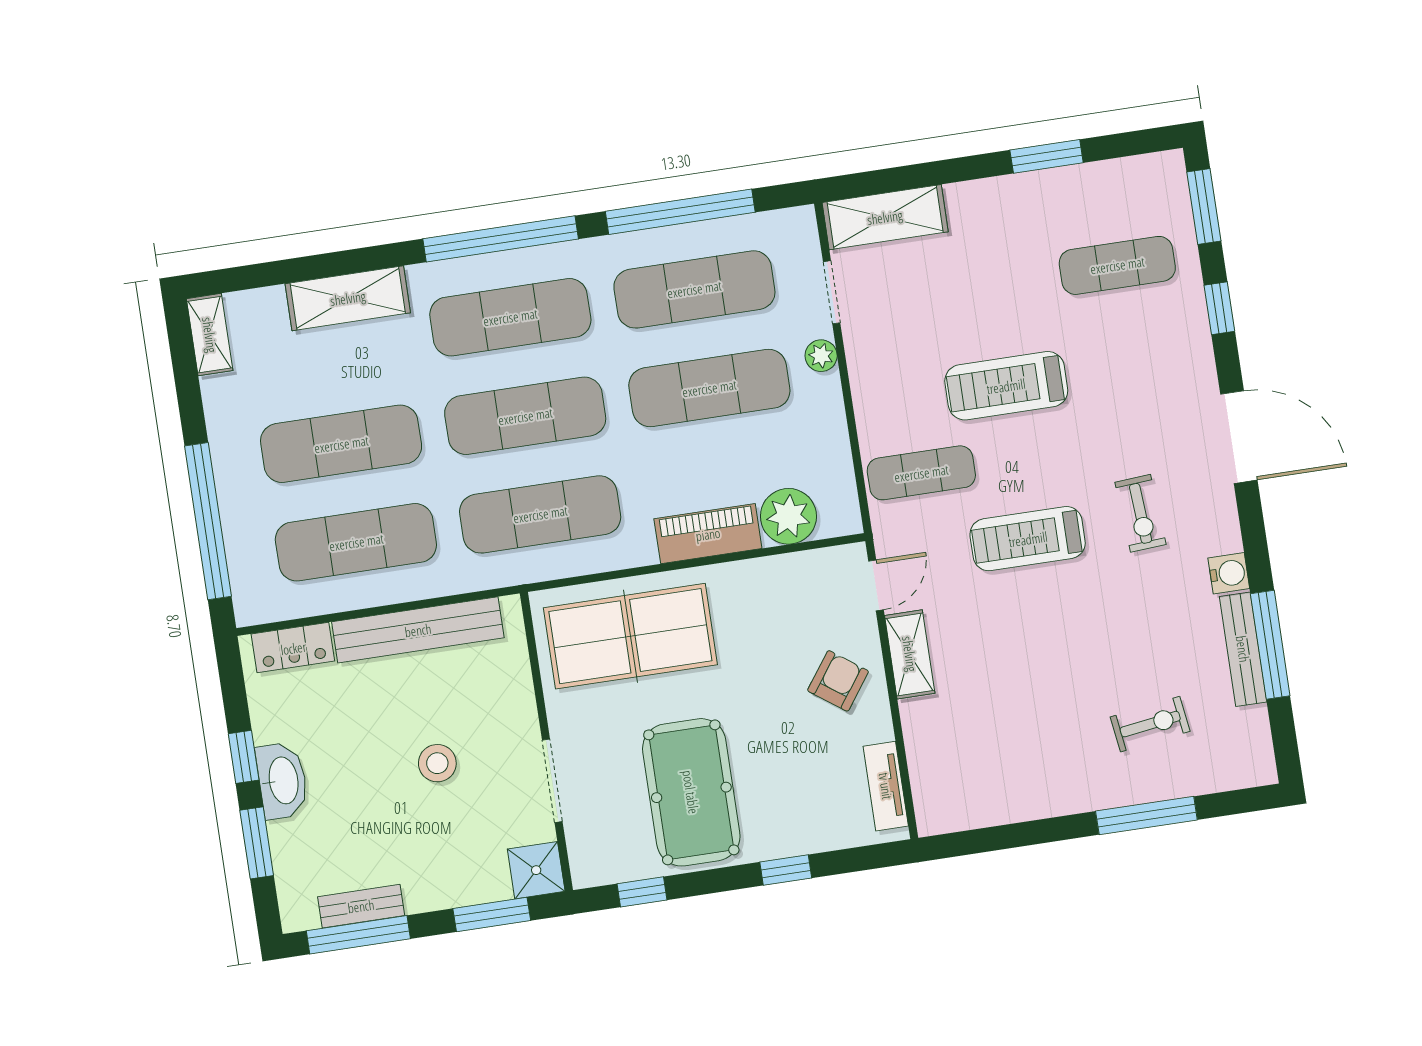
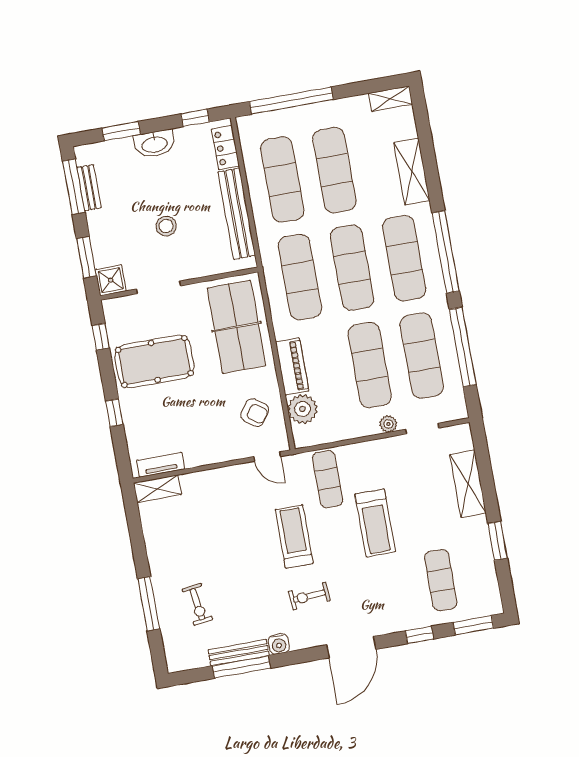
shelving: (885, 217) -> (468, 484), moved
treadmill: (1006, 386) -> (375, 523), turned 180
shelving: (910, 654) -> (157, 489), moved
armchair: (838, 681) -> (255, 413), moved
window: (244, 757) -> (195, 118), moved

